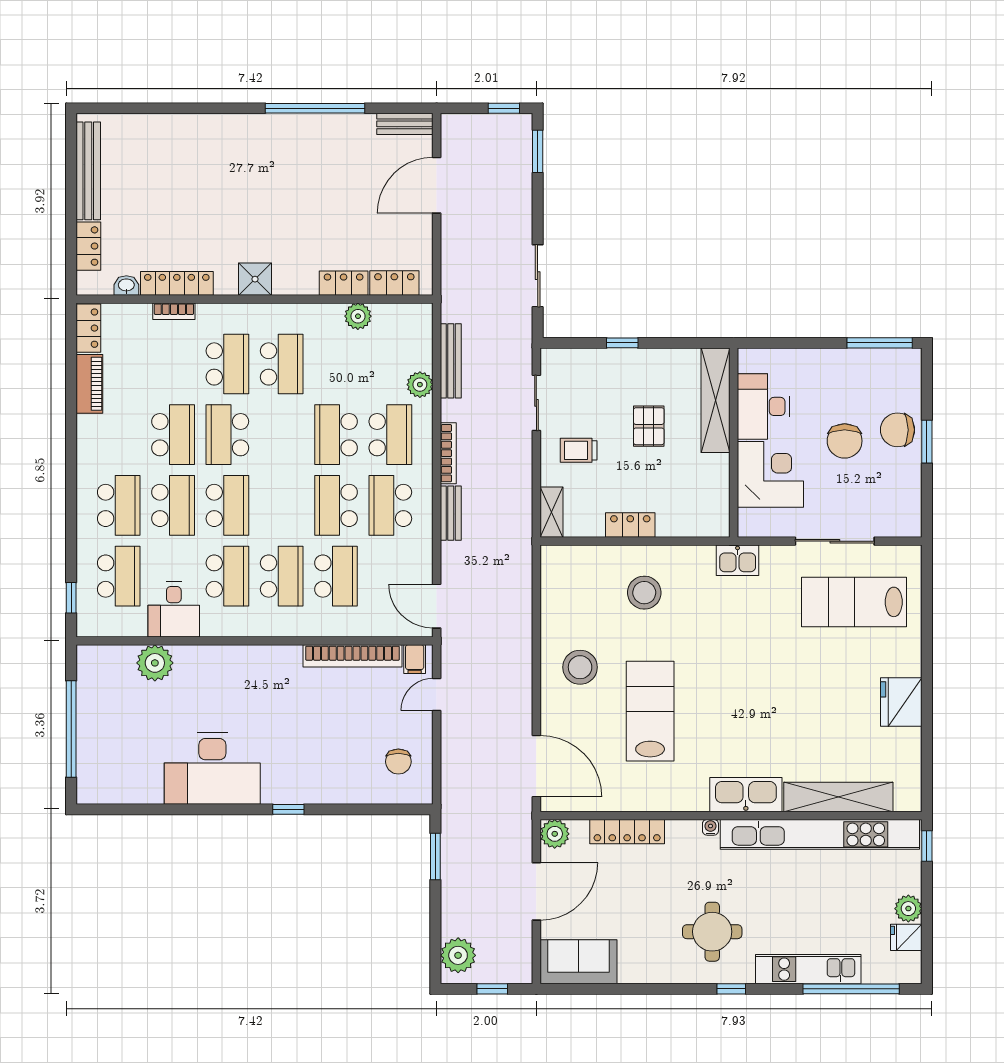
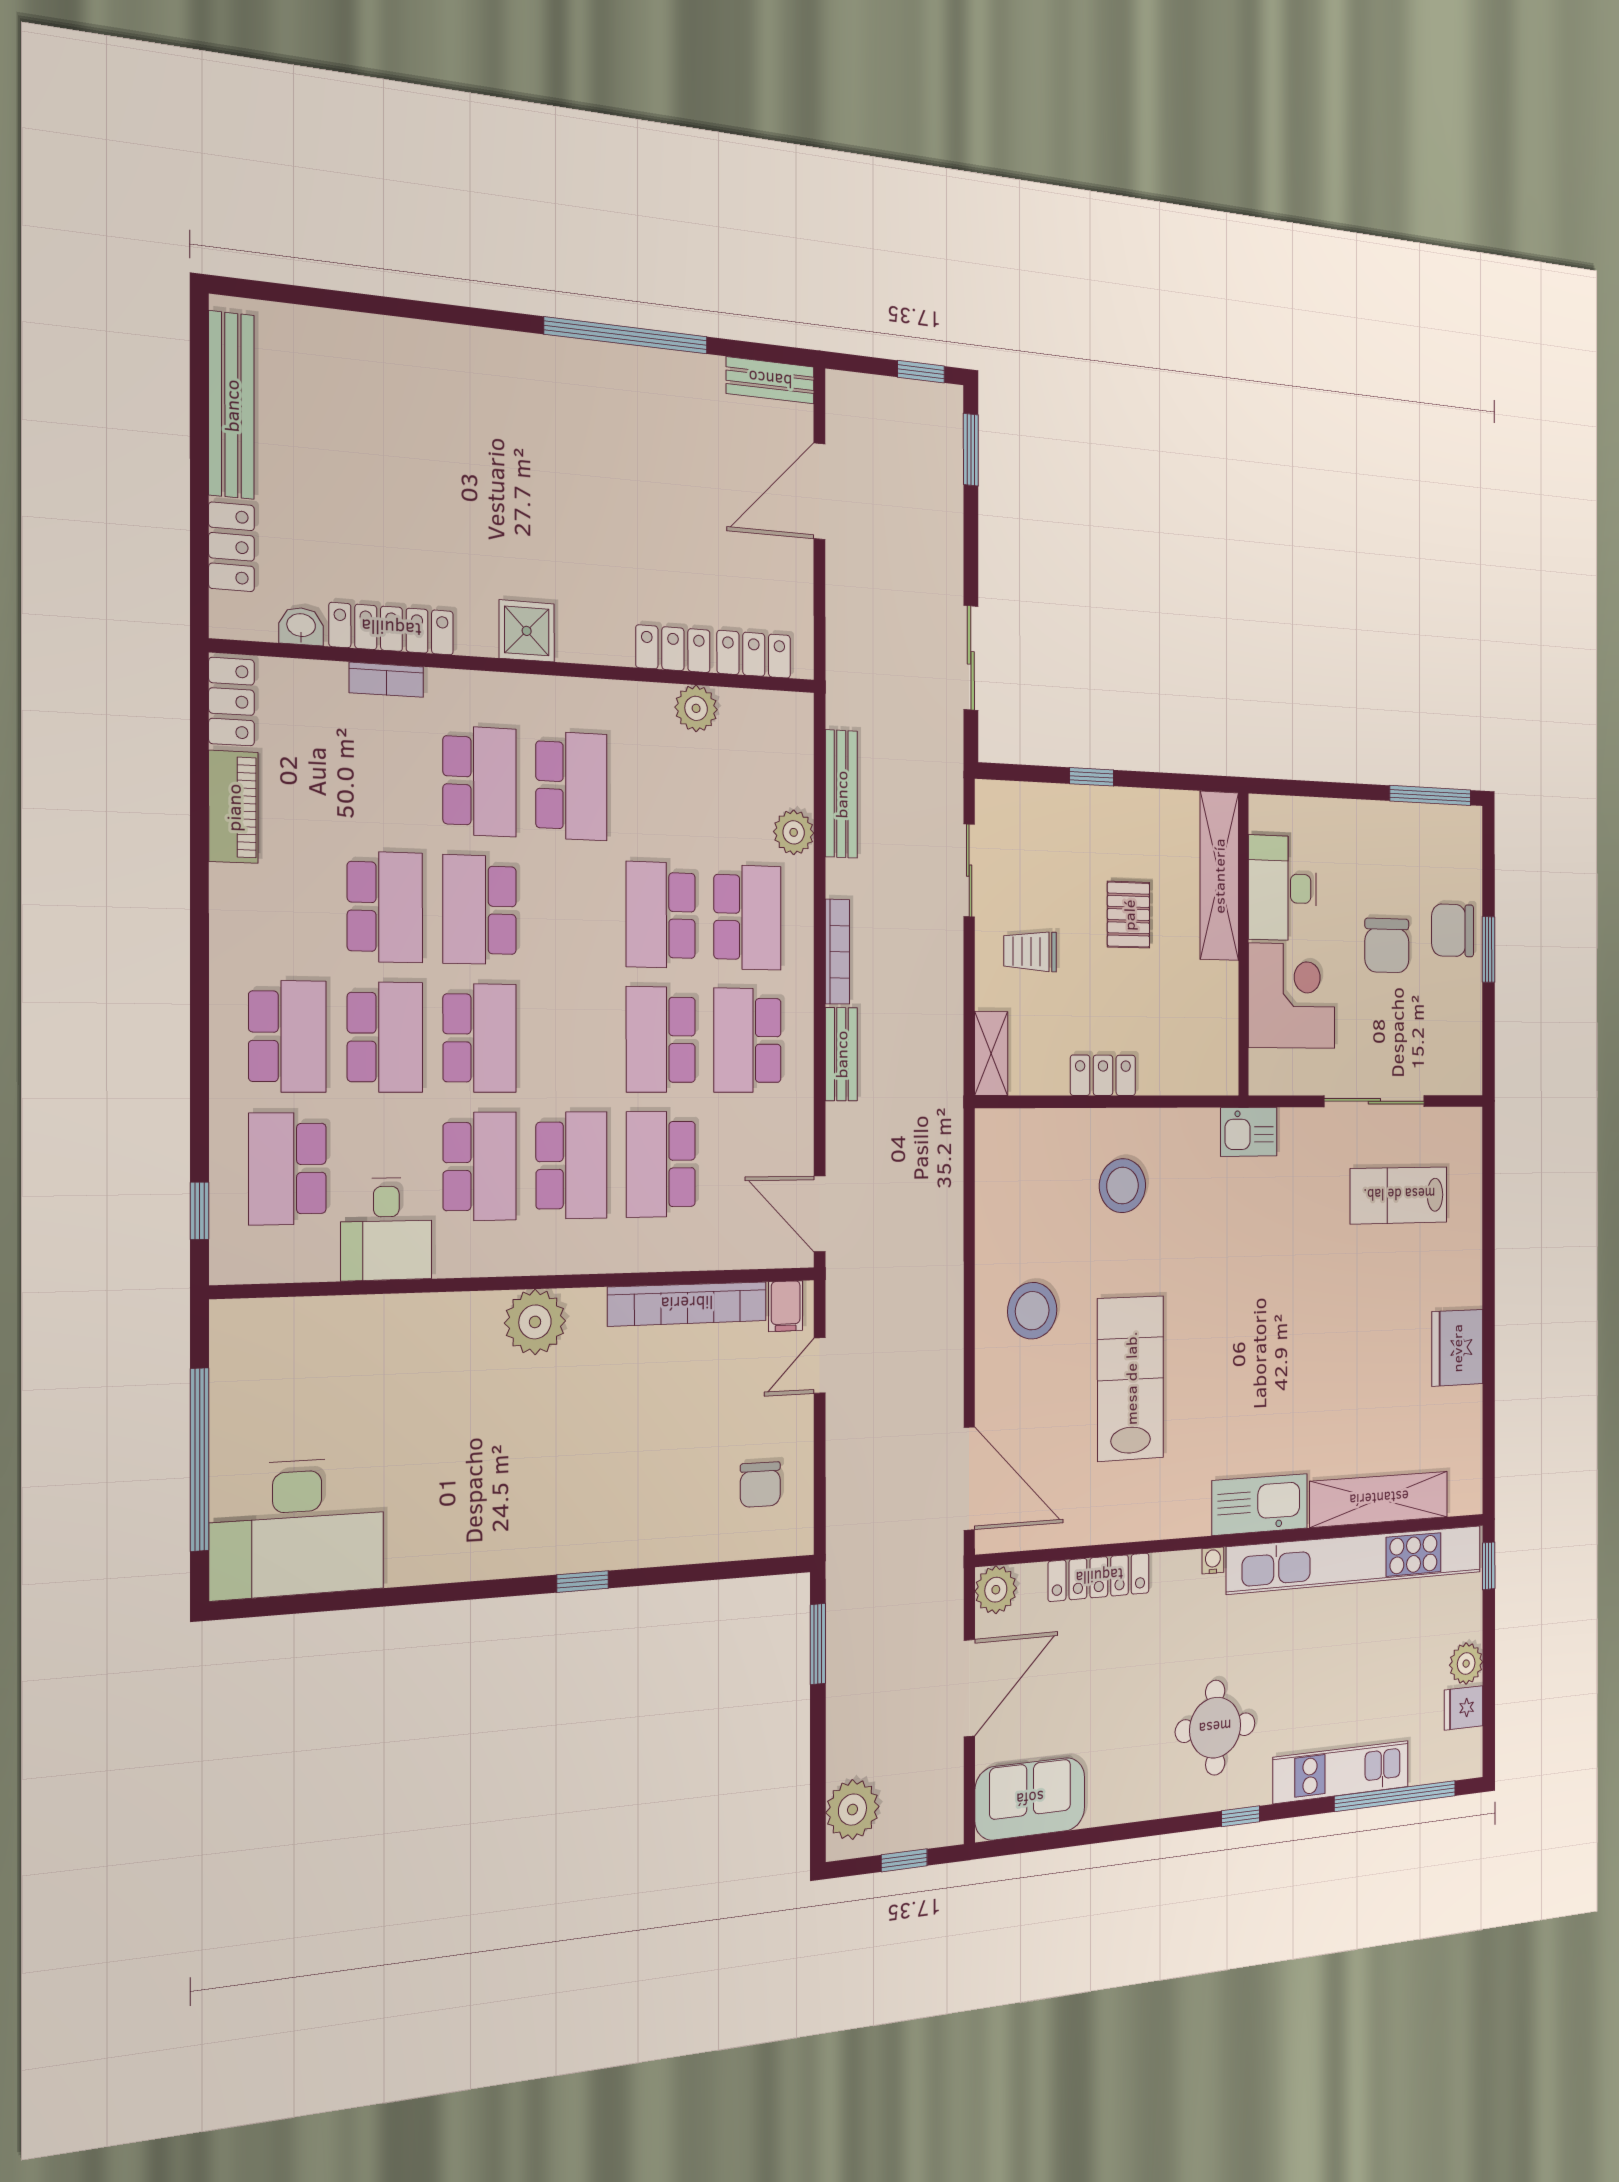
school desk: (119, 576) -> (287, 1169), turned 180
school desk: (336, 576) -> (661, 1164), turned 180
lab bench: (854, 602) -> (1399, 1195), width x0.73, depth x0.72
plant: (155, 663) -> (535, 1322), moved
desk: (212, 769) -> (297, 1528), moved

